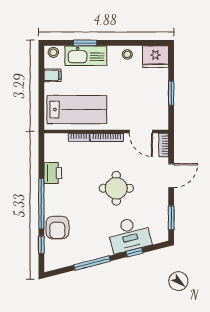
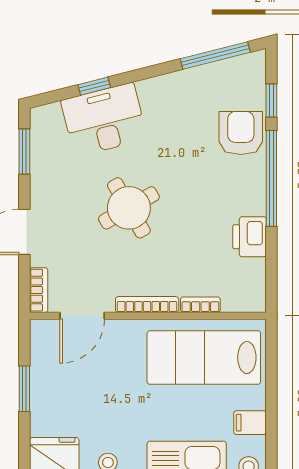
door: (141, 132) -> (82, 316), swing flipped
round table: (116, 188) -> (129, 208), turned -30
window: (92, 263) -> (215, 55), moved

